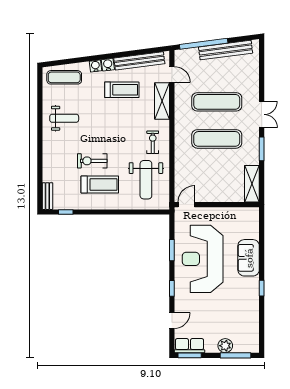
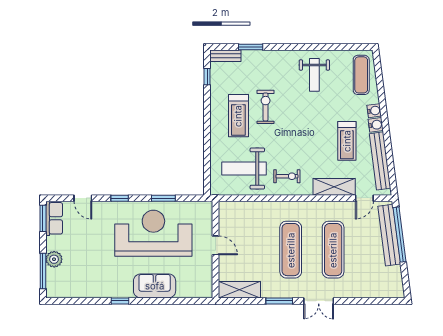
bench: (226, 50) -> (389, 235), moved
window: (40, 174) -> (251, 47), added
door: (186, 205) -> (216, 245), moved

